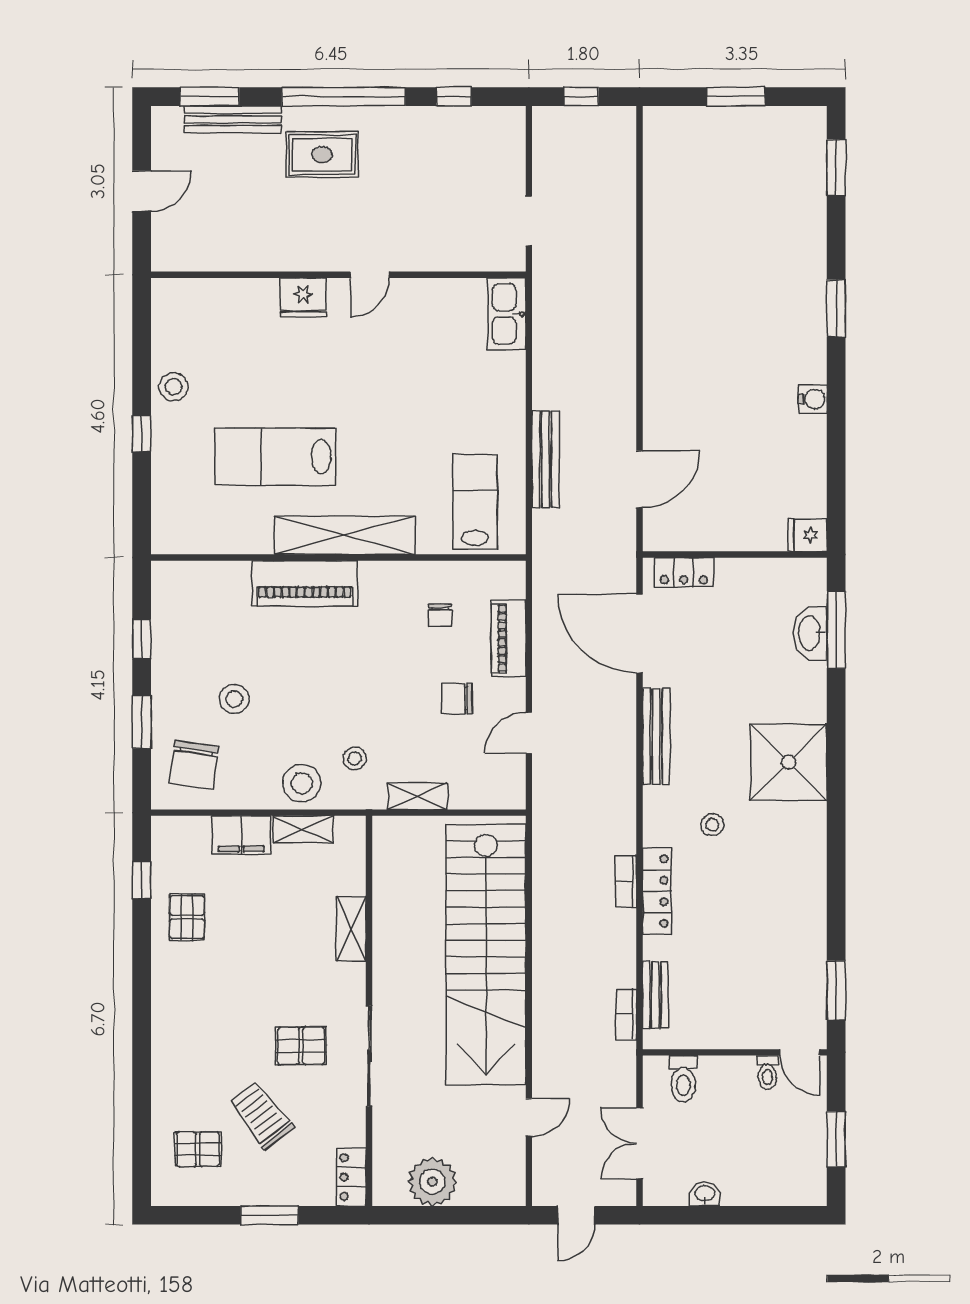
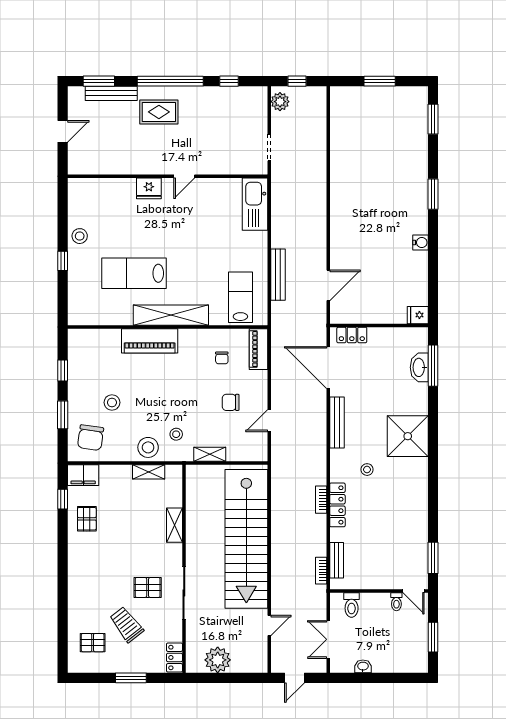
plant: (549, 135) -> (280, 102), added
kitchen sink: (507, 314) -> (255, 204), width x1.36, depth x1.24
piano: (509, 638) -> (258, 349), moved
filing cabinet: (241, 835) -> (83, 475), moved

